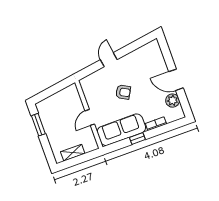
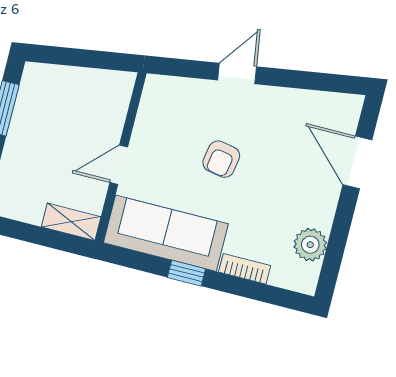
door: (176, 80) -> (357, 162), moved
armchair: (123, 92) -> (221, 159), turned 71
shelving: (73, 153) -> (71, 222), moved

